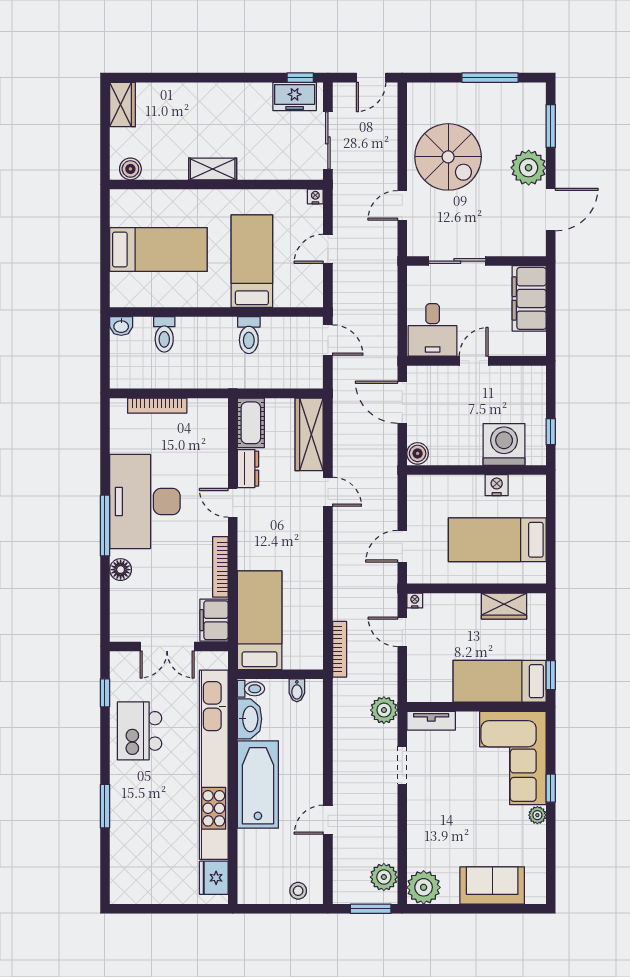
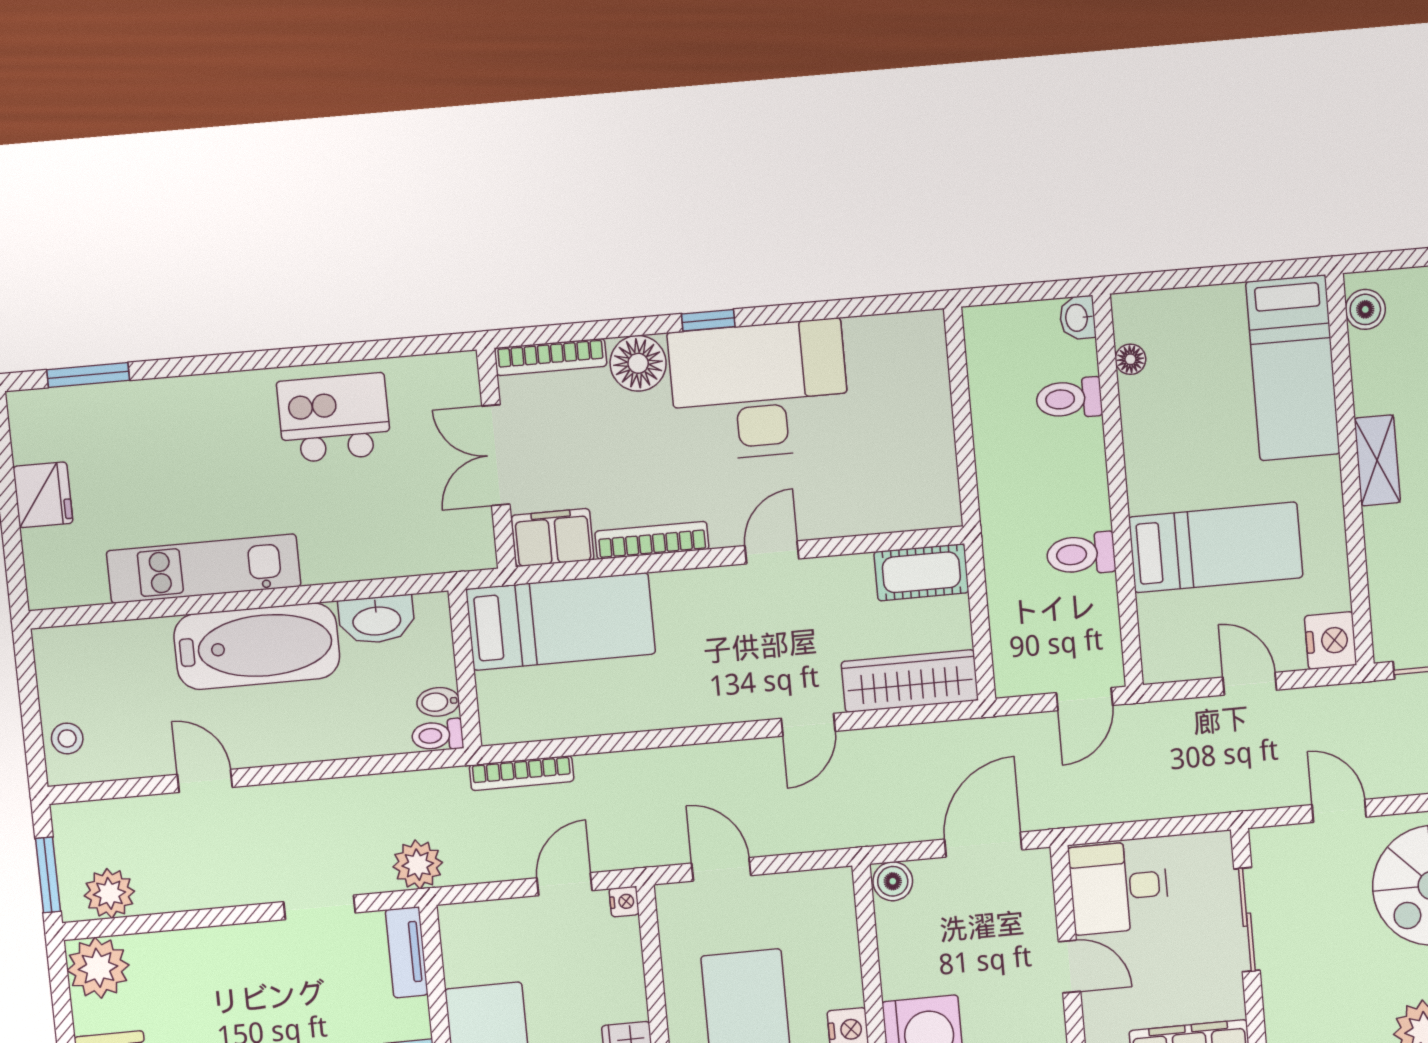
nightstand: (315, 196) -> (1331, 640), width x1.89, depth x1.79
bed: (158, 249) -> (1293, 368), moved
floor lamp: (146, 299) -> (1130, 359), added
bookcase: (157, 406) -> (551, 357), moved, turned -90
dresser: (248, 469) -> (837, 575), removed
window: (105, 526) -> (708, 320), width x0.46
floor lamp: (121, 570) -> (638, 363), width x1.38, depth x1.38
toilet: (251, 689) -> (437, 735), moved, turned 90
window: (105, 693) -> (398, 348), removed
kitchen unit: (214, 765) -> (204, 569), width x0.54
window: (105, 806) -> (88, 375), moved
fridge: (214, 878) -> (43, 495), moved, turned 90

